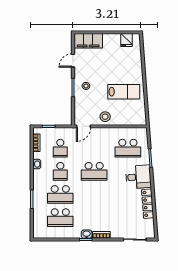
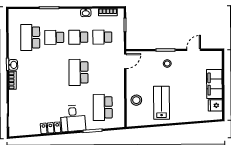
filing cabinet: (88, 41) -> (214, 84), moved
door: (73, 61) -> (194, 50), hinge flipped
lab bench: (124, 92) -> (161, 103), turned 180
stool: (105, 117) -> (136, 100), moved
door: (84, 126) -> (125, 61), swing flipped
school desk: (60, 194) -> (54, 37), width x0.54
locker: (148, 204) -> (51, 128), width x0.66

